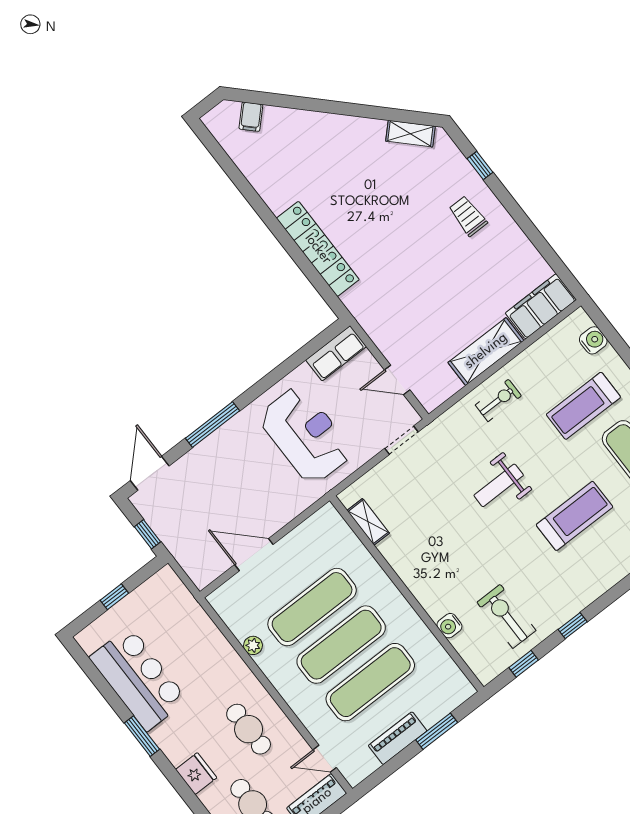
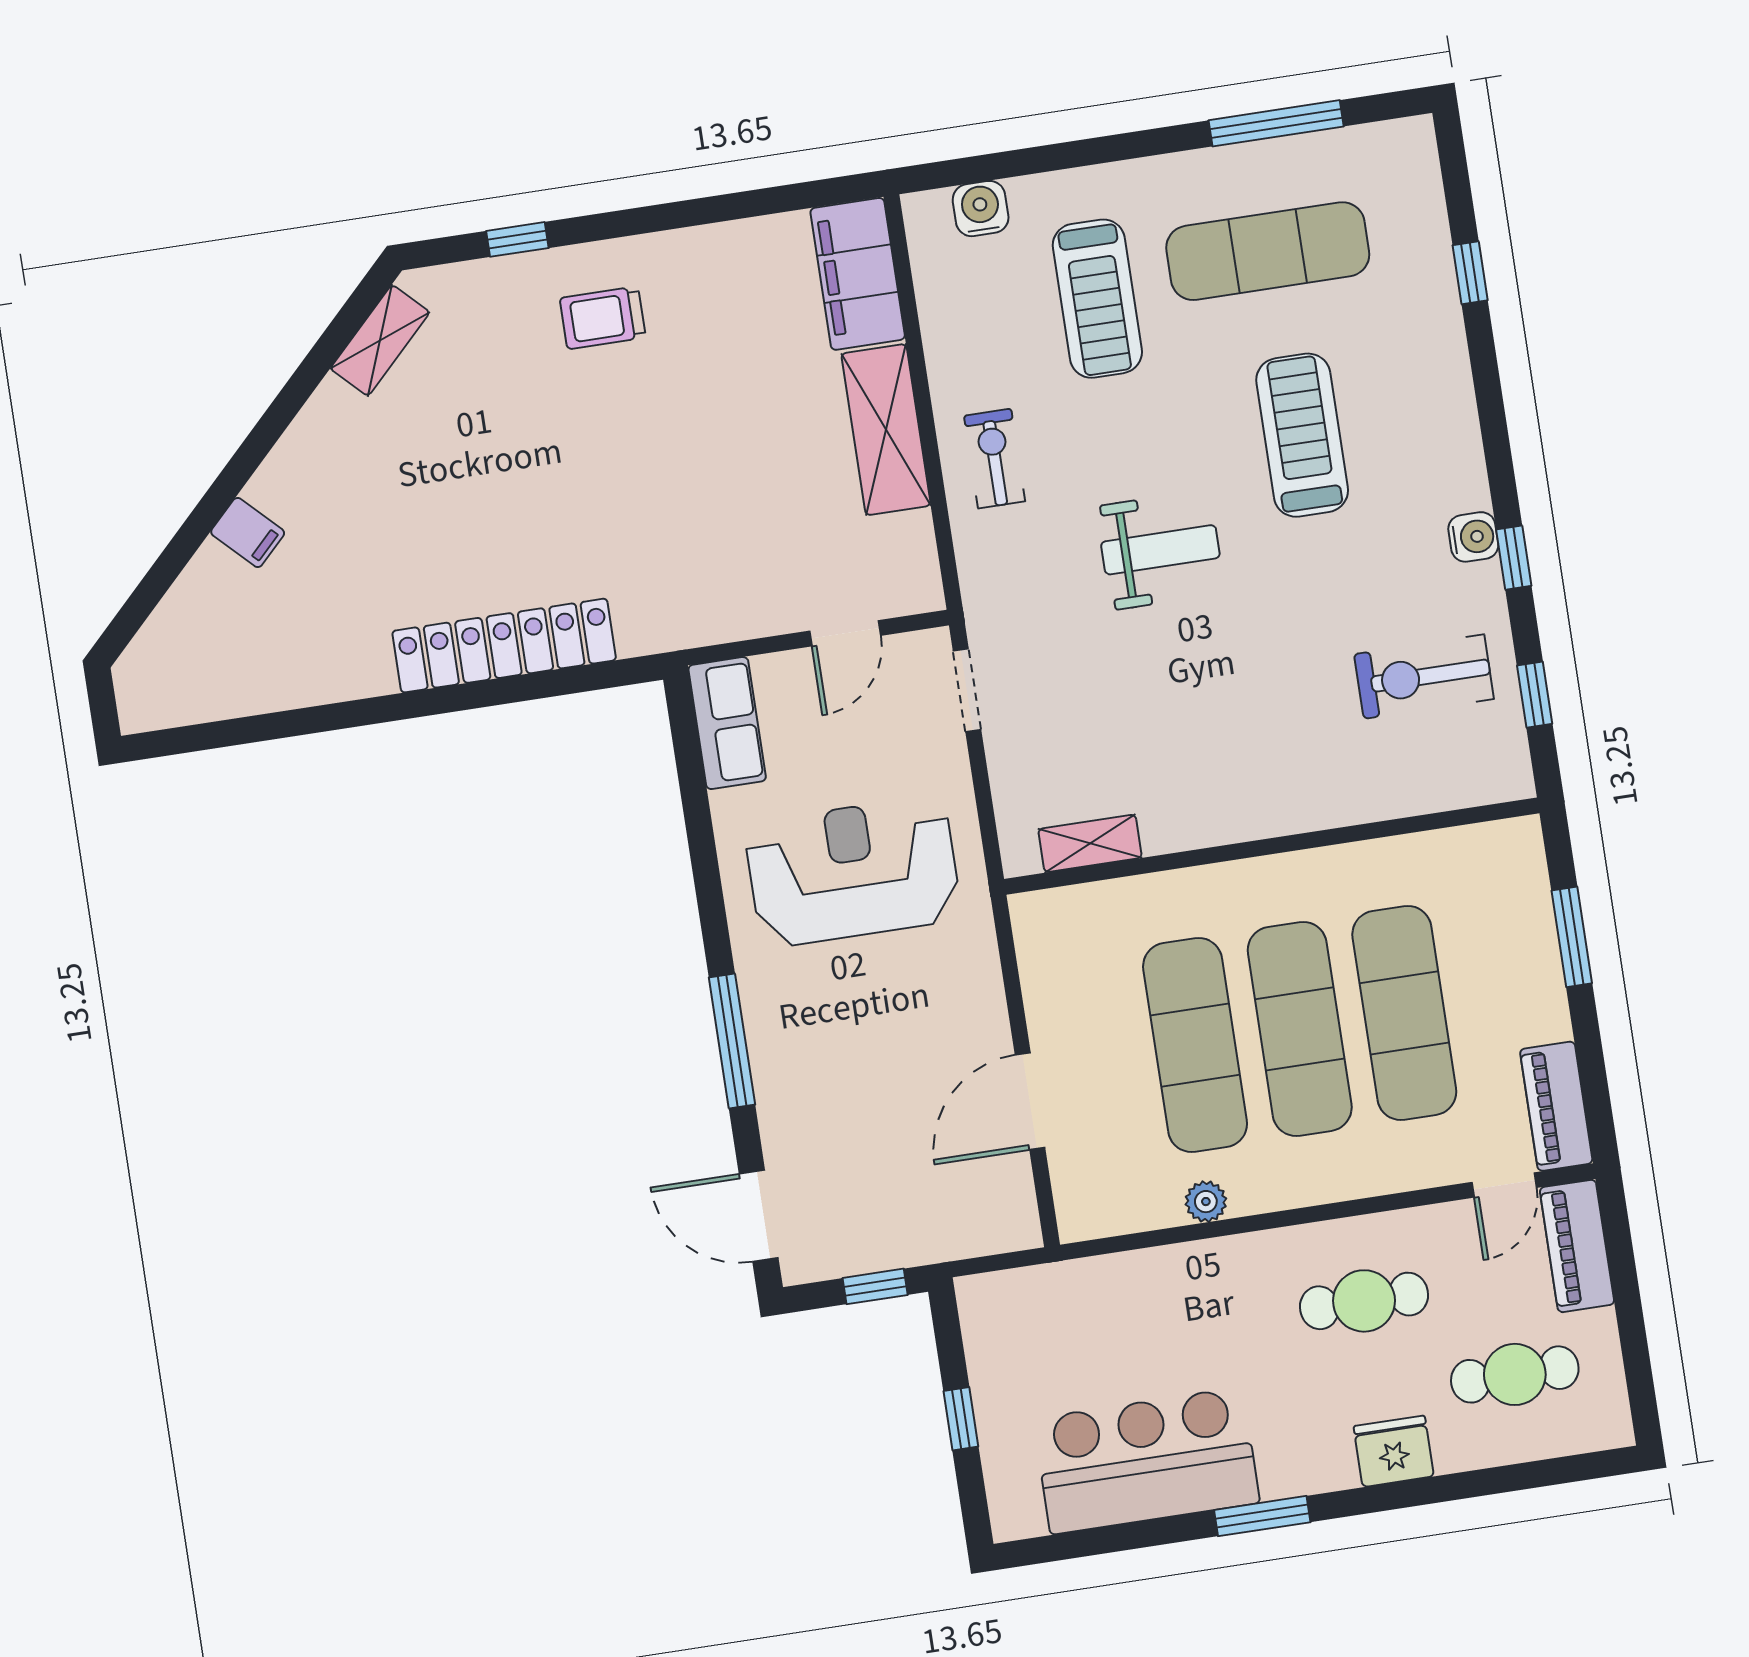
filing cabinet: (251, 117) -> (248, 533), moved
weight bench: (499, 485) -> (1160, 550), turned -90
water cooler: (449, 626) -> (1473, 537), moved, turned -90
piano: (398, 738) -> (1556, 1106), moved

